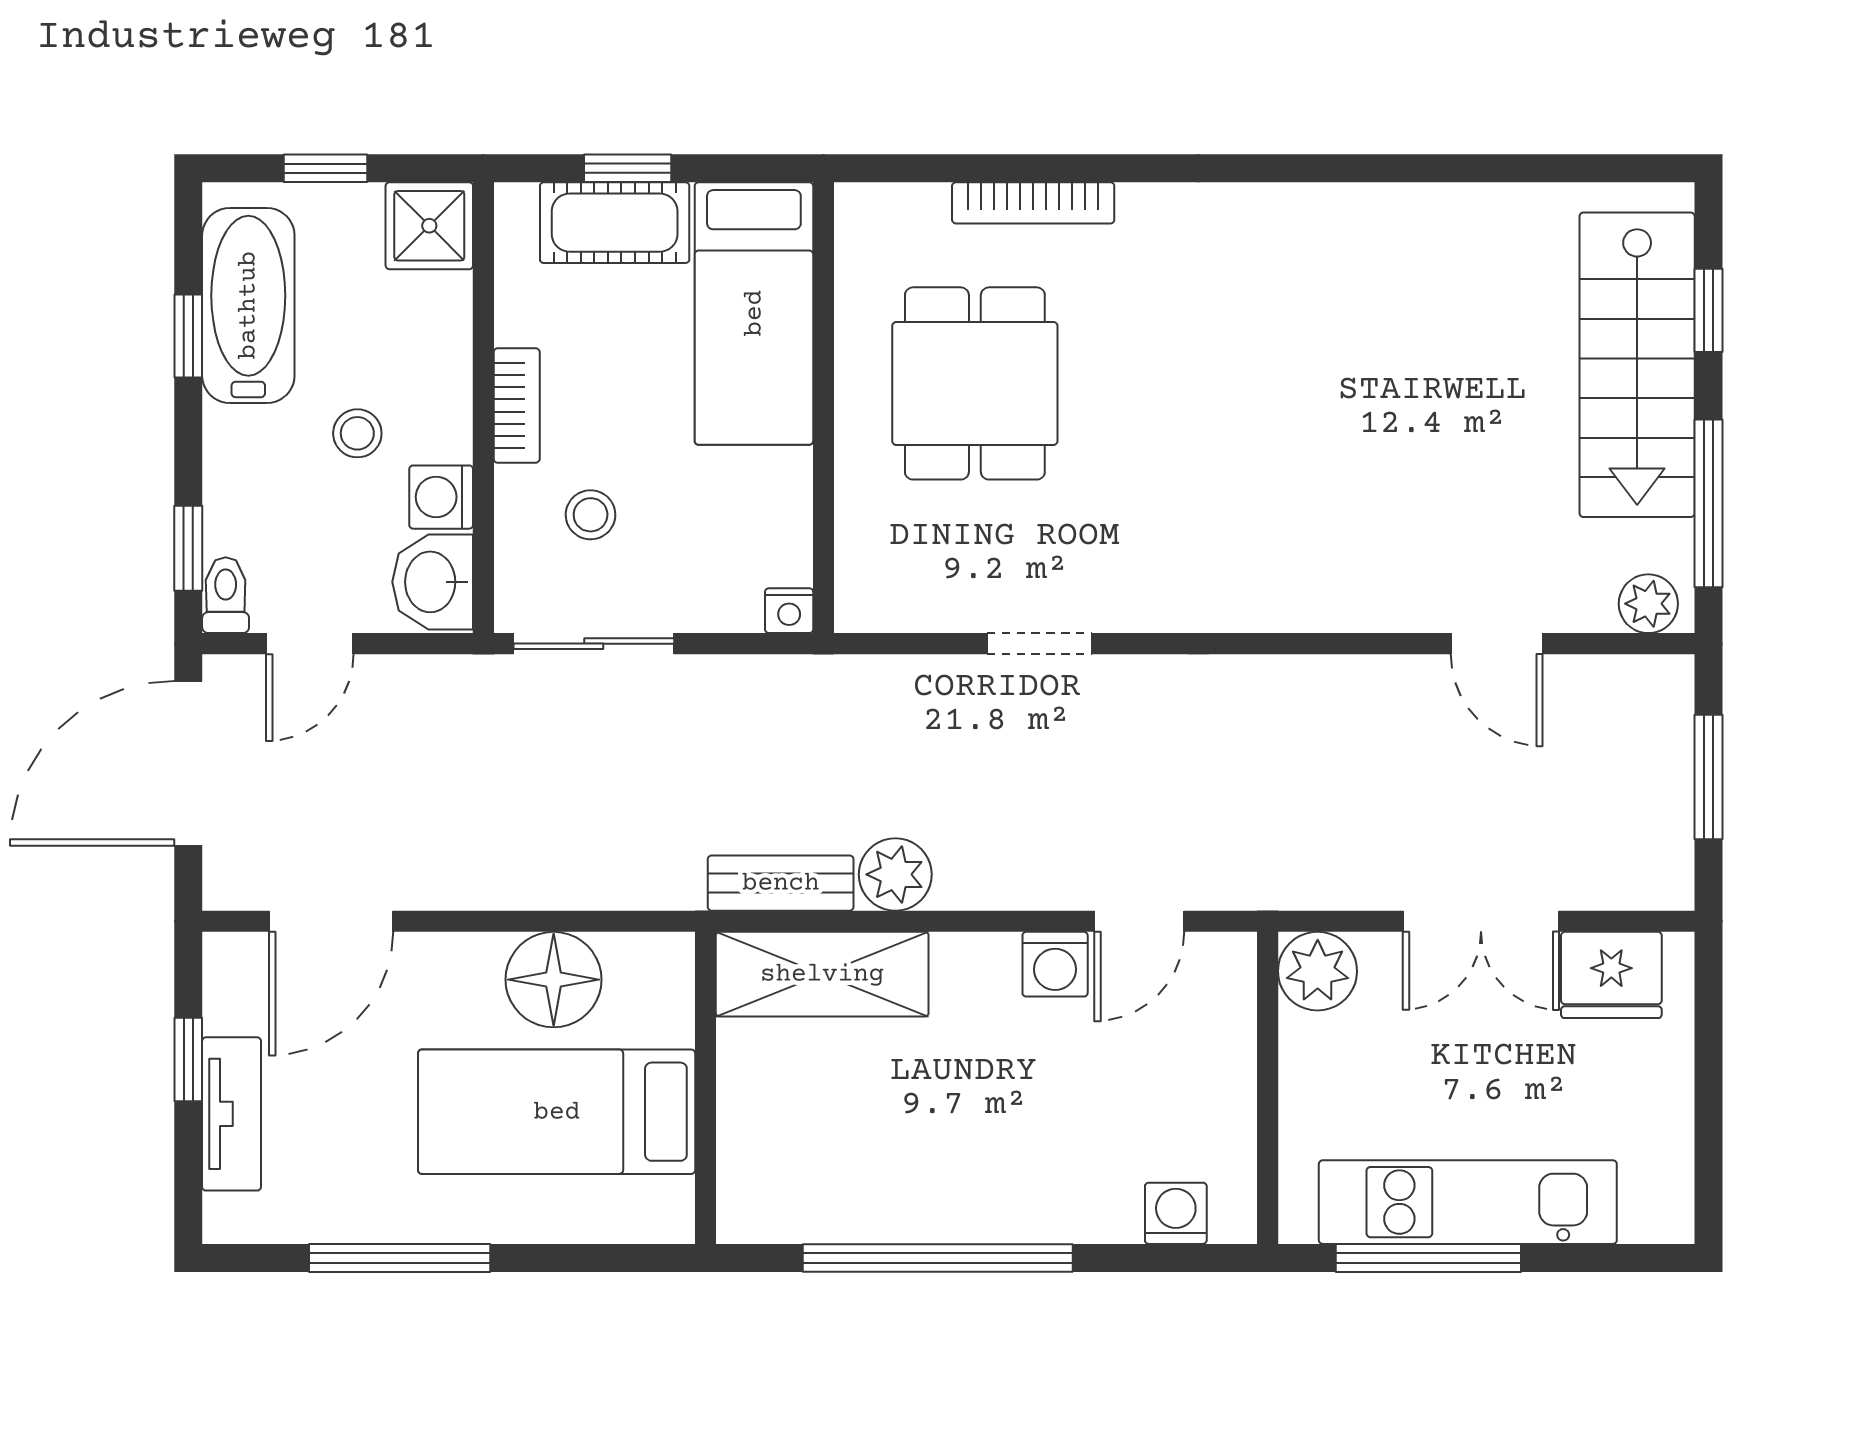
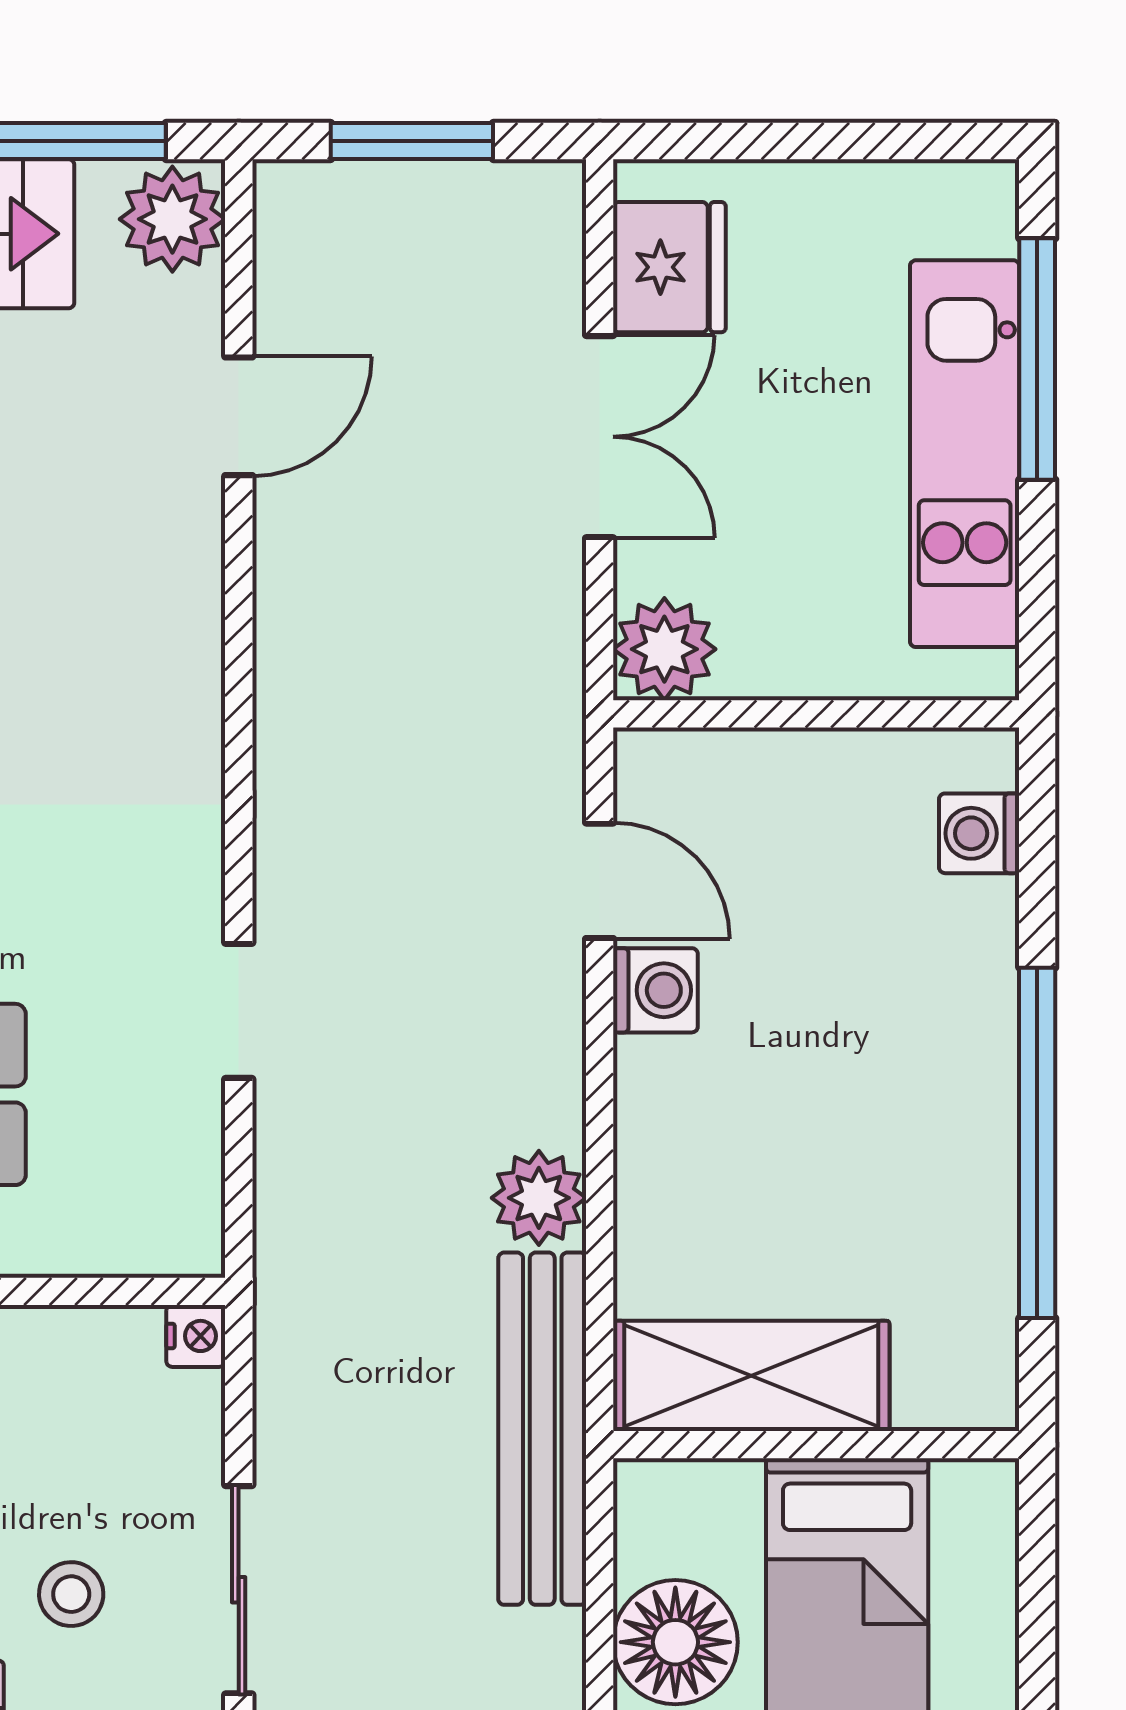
plant: (1648, 604) -> (172, 219), width x1.38, depth x1.38
bench: (781, 883) -> (542, 1429), width x1.86, depth x1.21
shelving: (822, 974) -> (751, 1376), moved, turned 90
window: (1428, 1258) -> (1037, 359), moved

